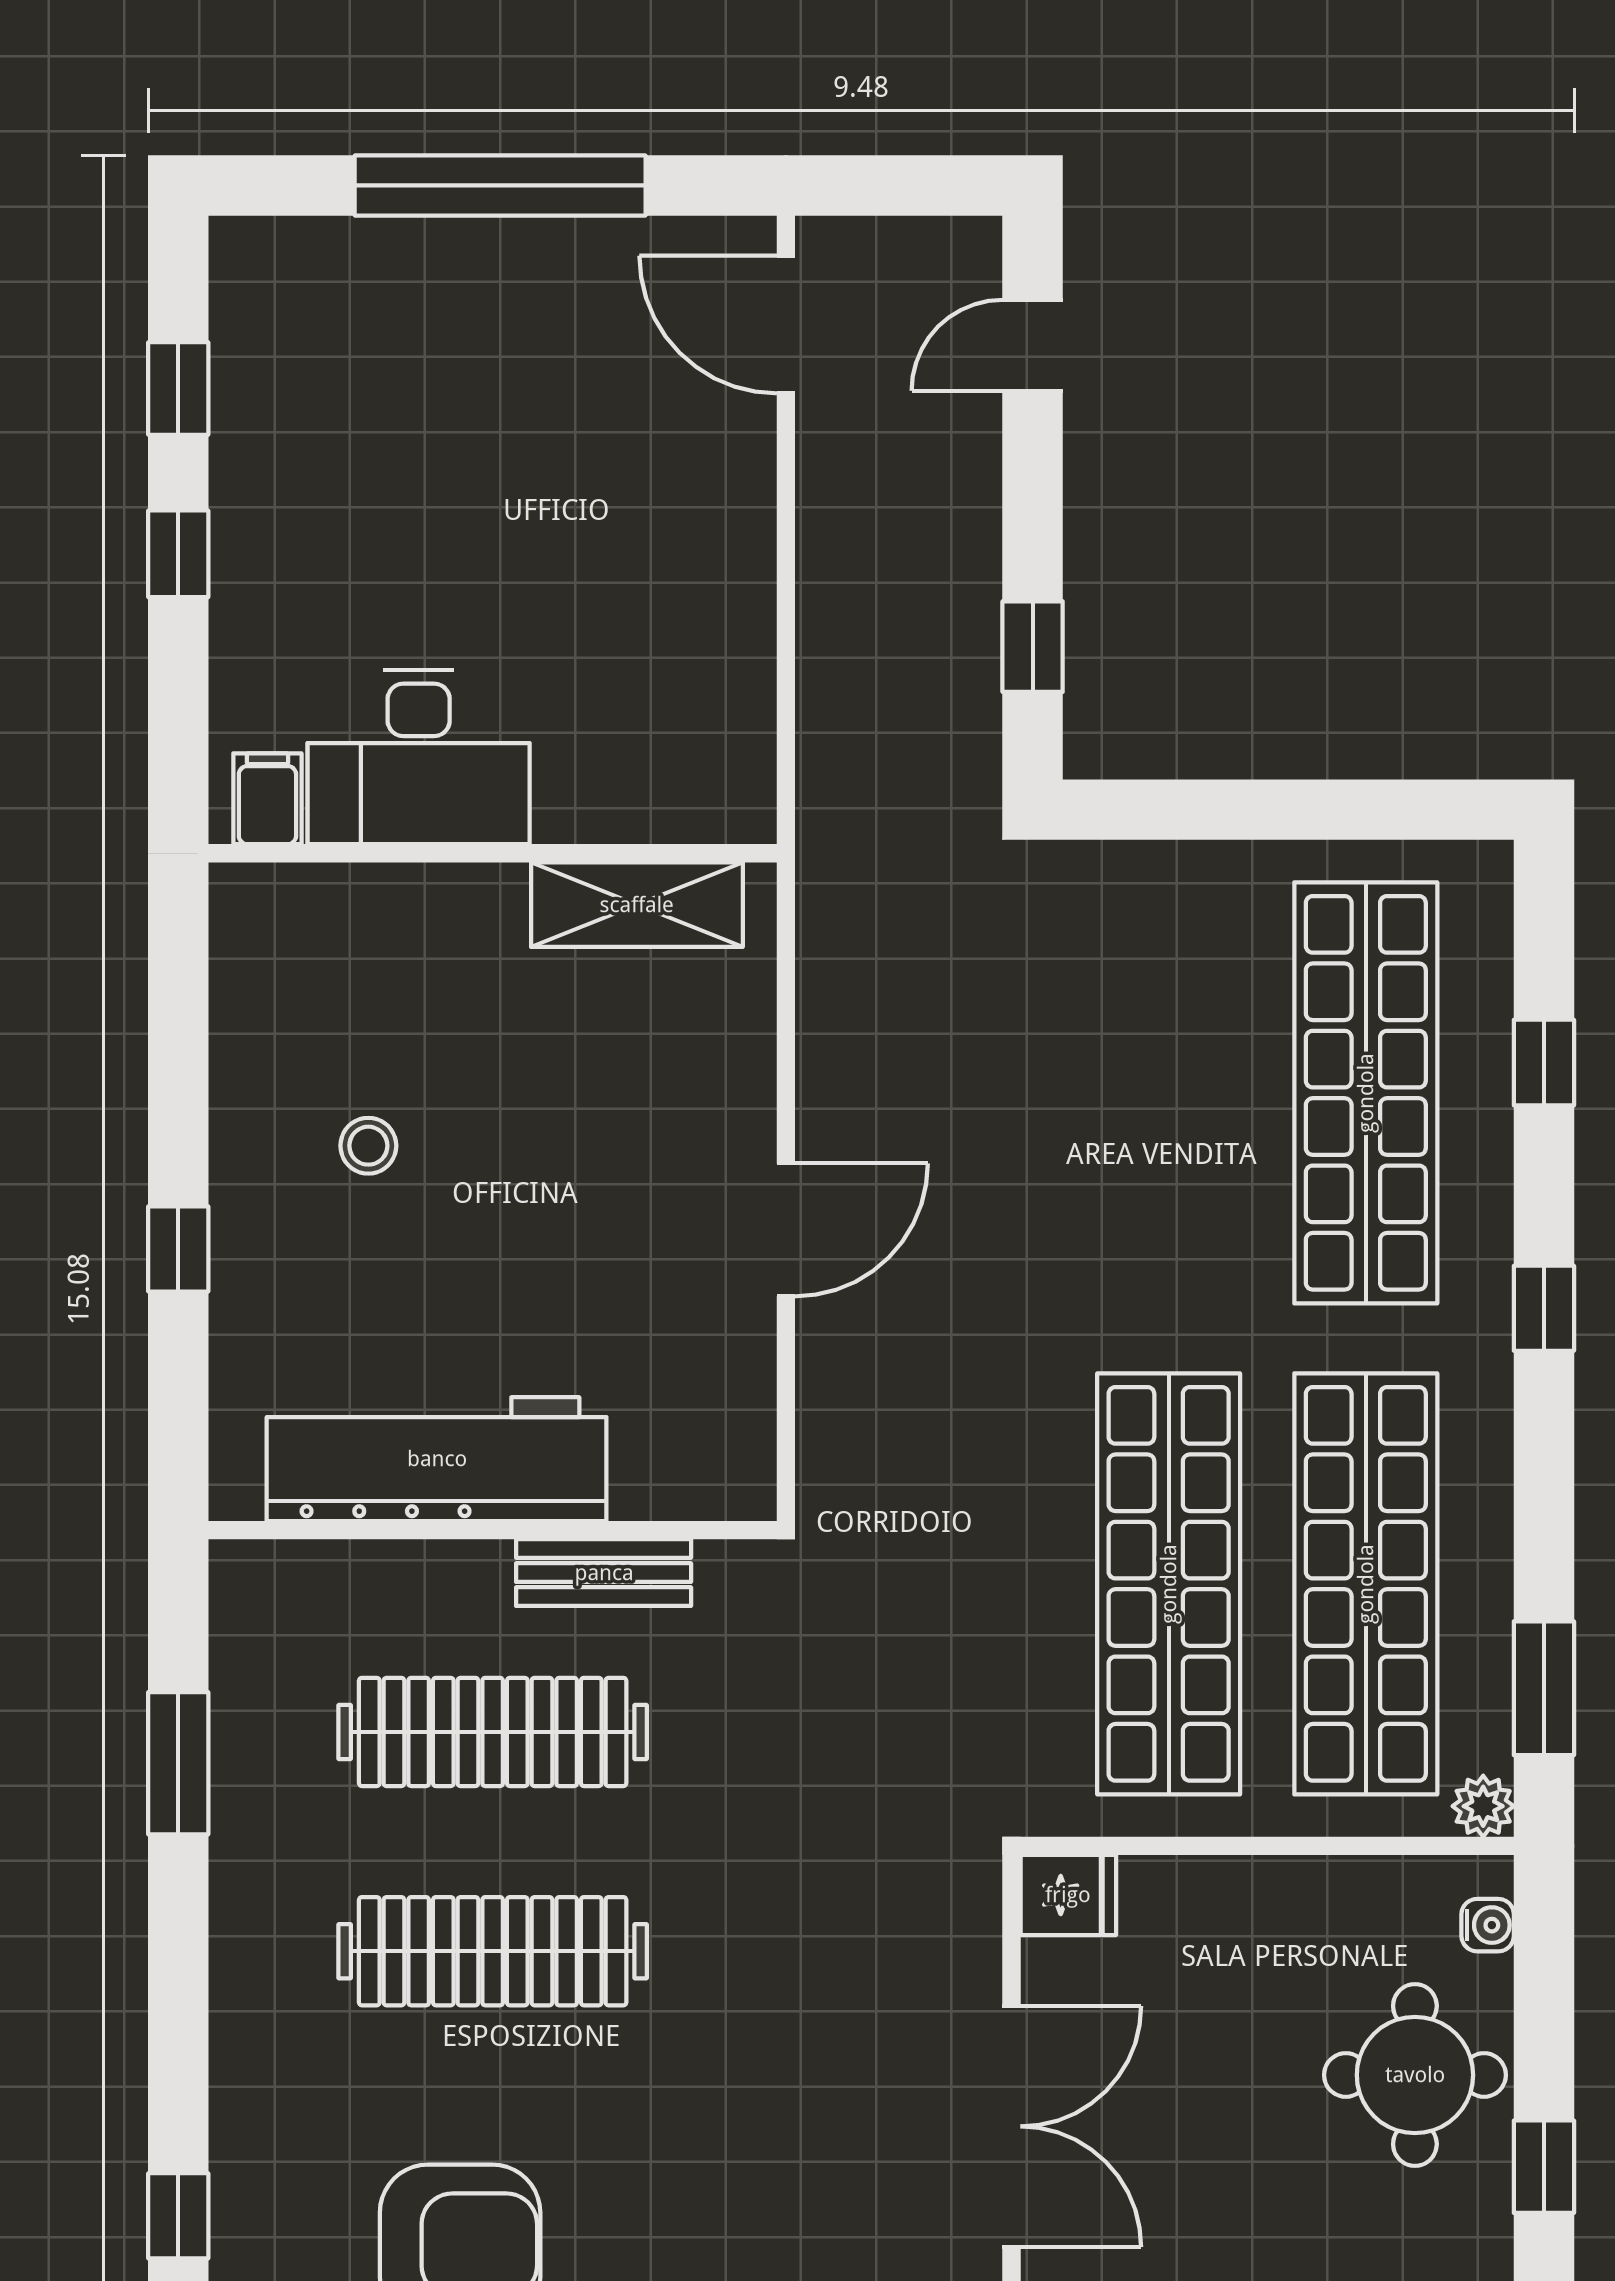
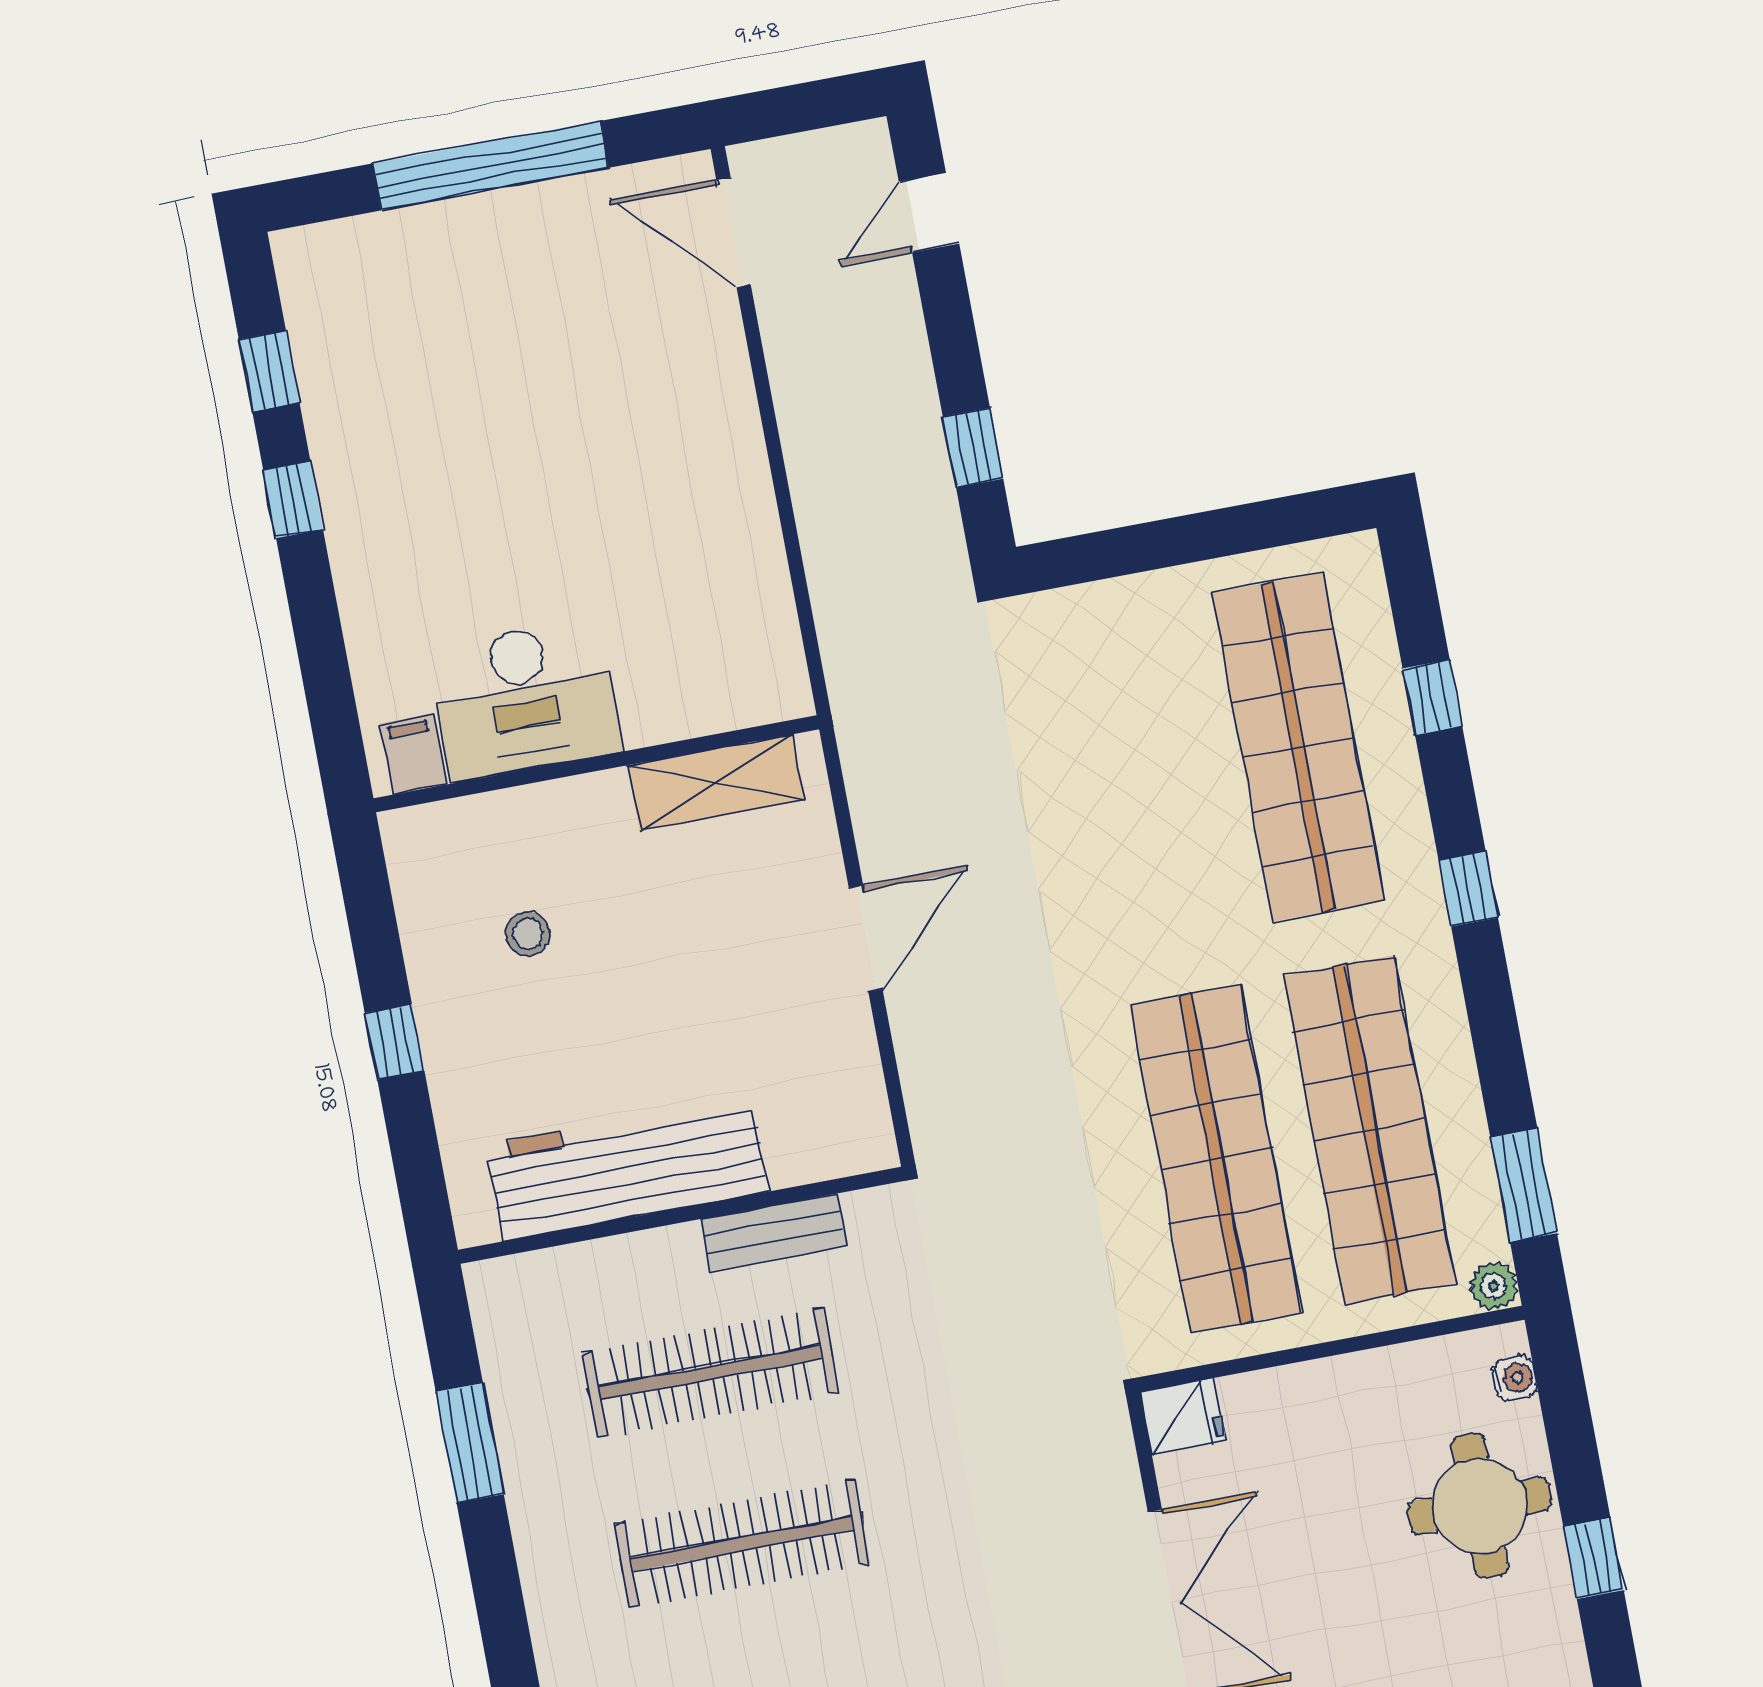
desk: (419, 757) -> (525, 700), moved
filing cabinet: (267, 799) -> (413, 754), moved
wall: (493, 853) -> (596, 764), moved
shelving: (637, 905) -> (716, 783), moved

